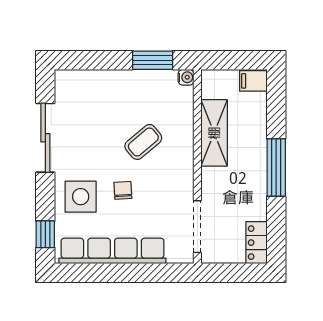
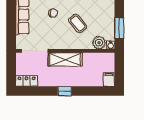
plant: (181, 100) -> (99, 43), added
shelving: (214, 133) -> (65, 59), moved
window: (276, 168) -> (65, 91), width x0.46

